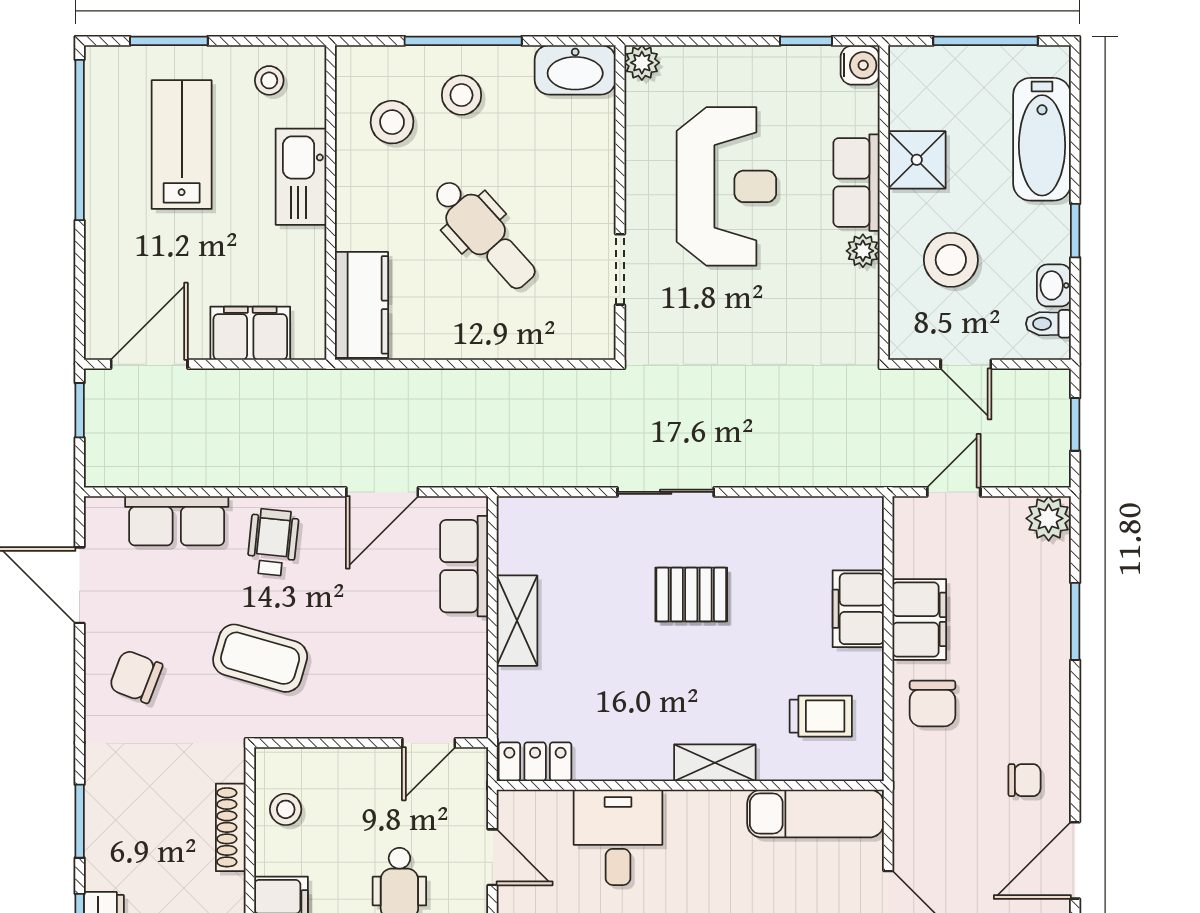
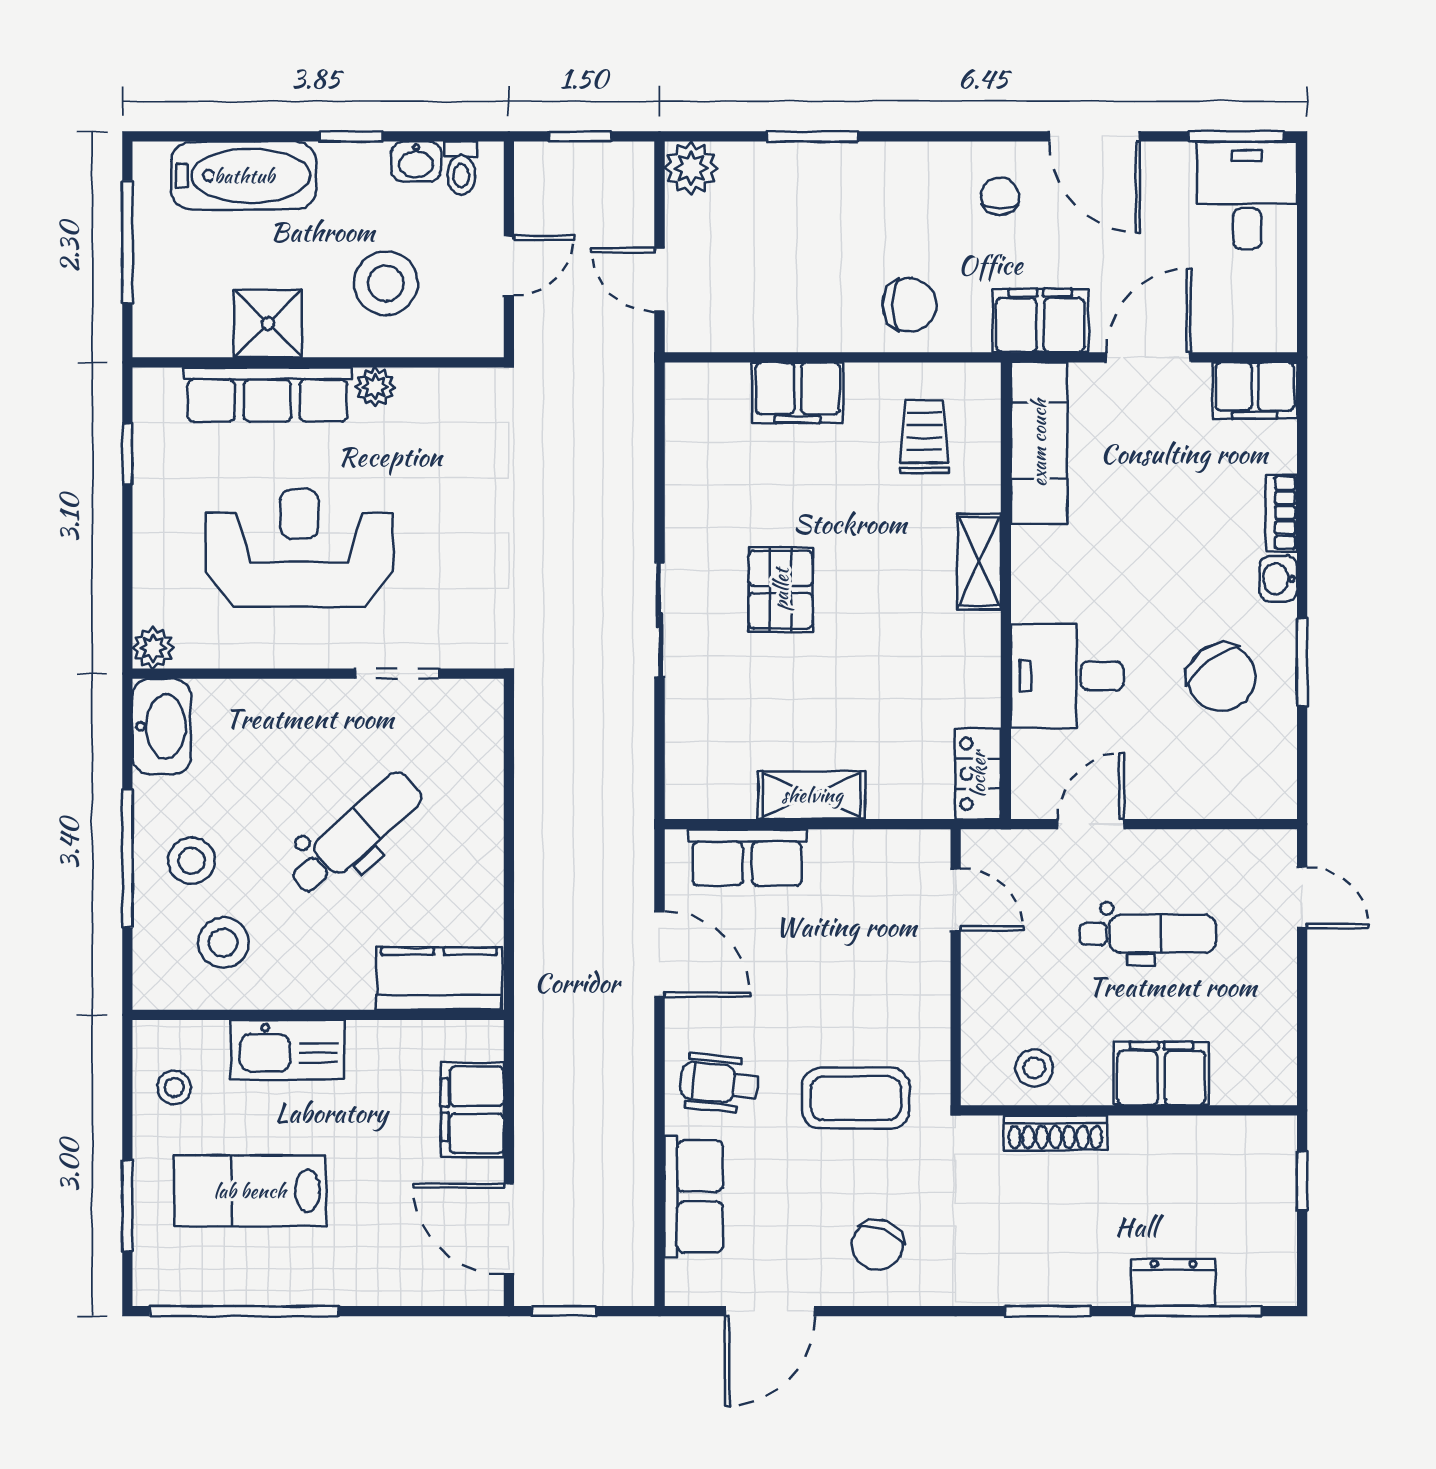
water cooler: (860, 65) -> (156, 390), removed
row of seats: (856, 183) -> (267, 395), width x1.48
filing cabinet: (919, 619) -> (1040, 321), moved
coffee table: (260, 658) -> (856, 1098), turned 74

